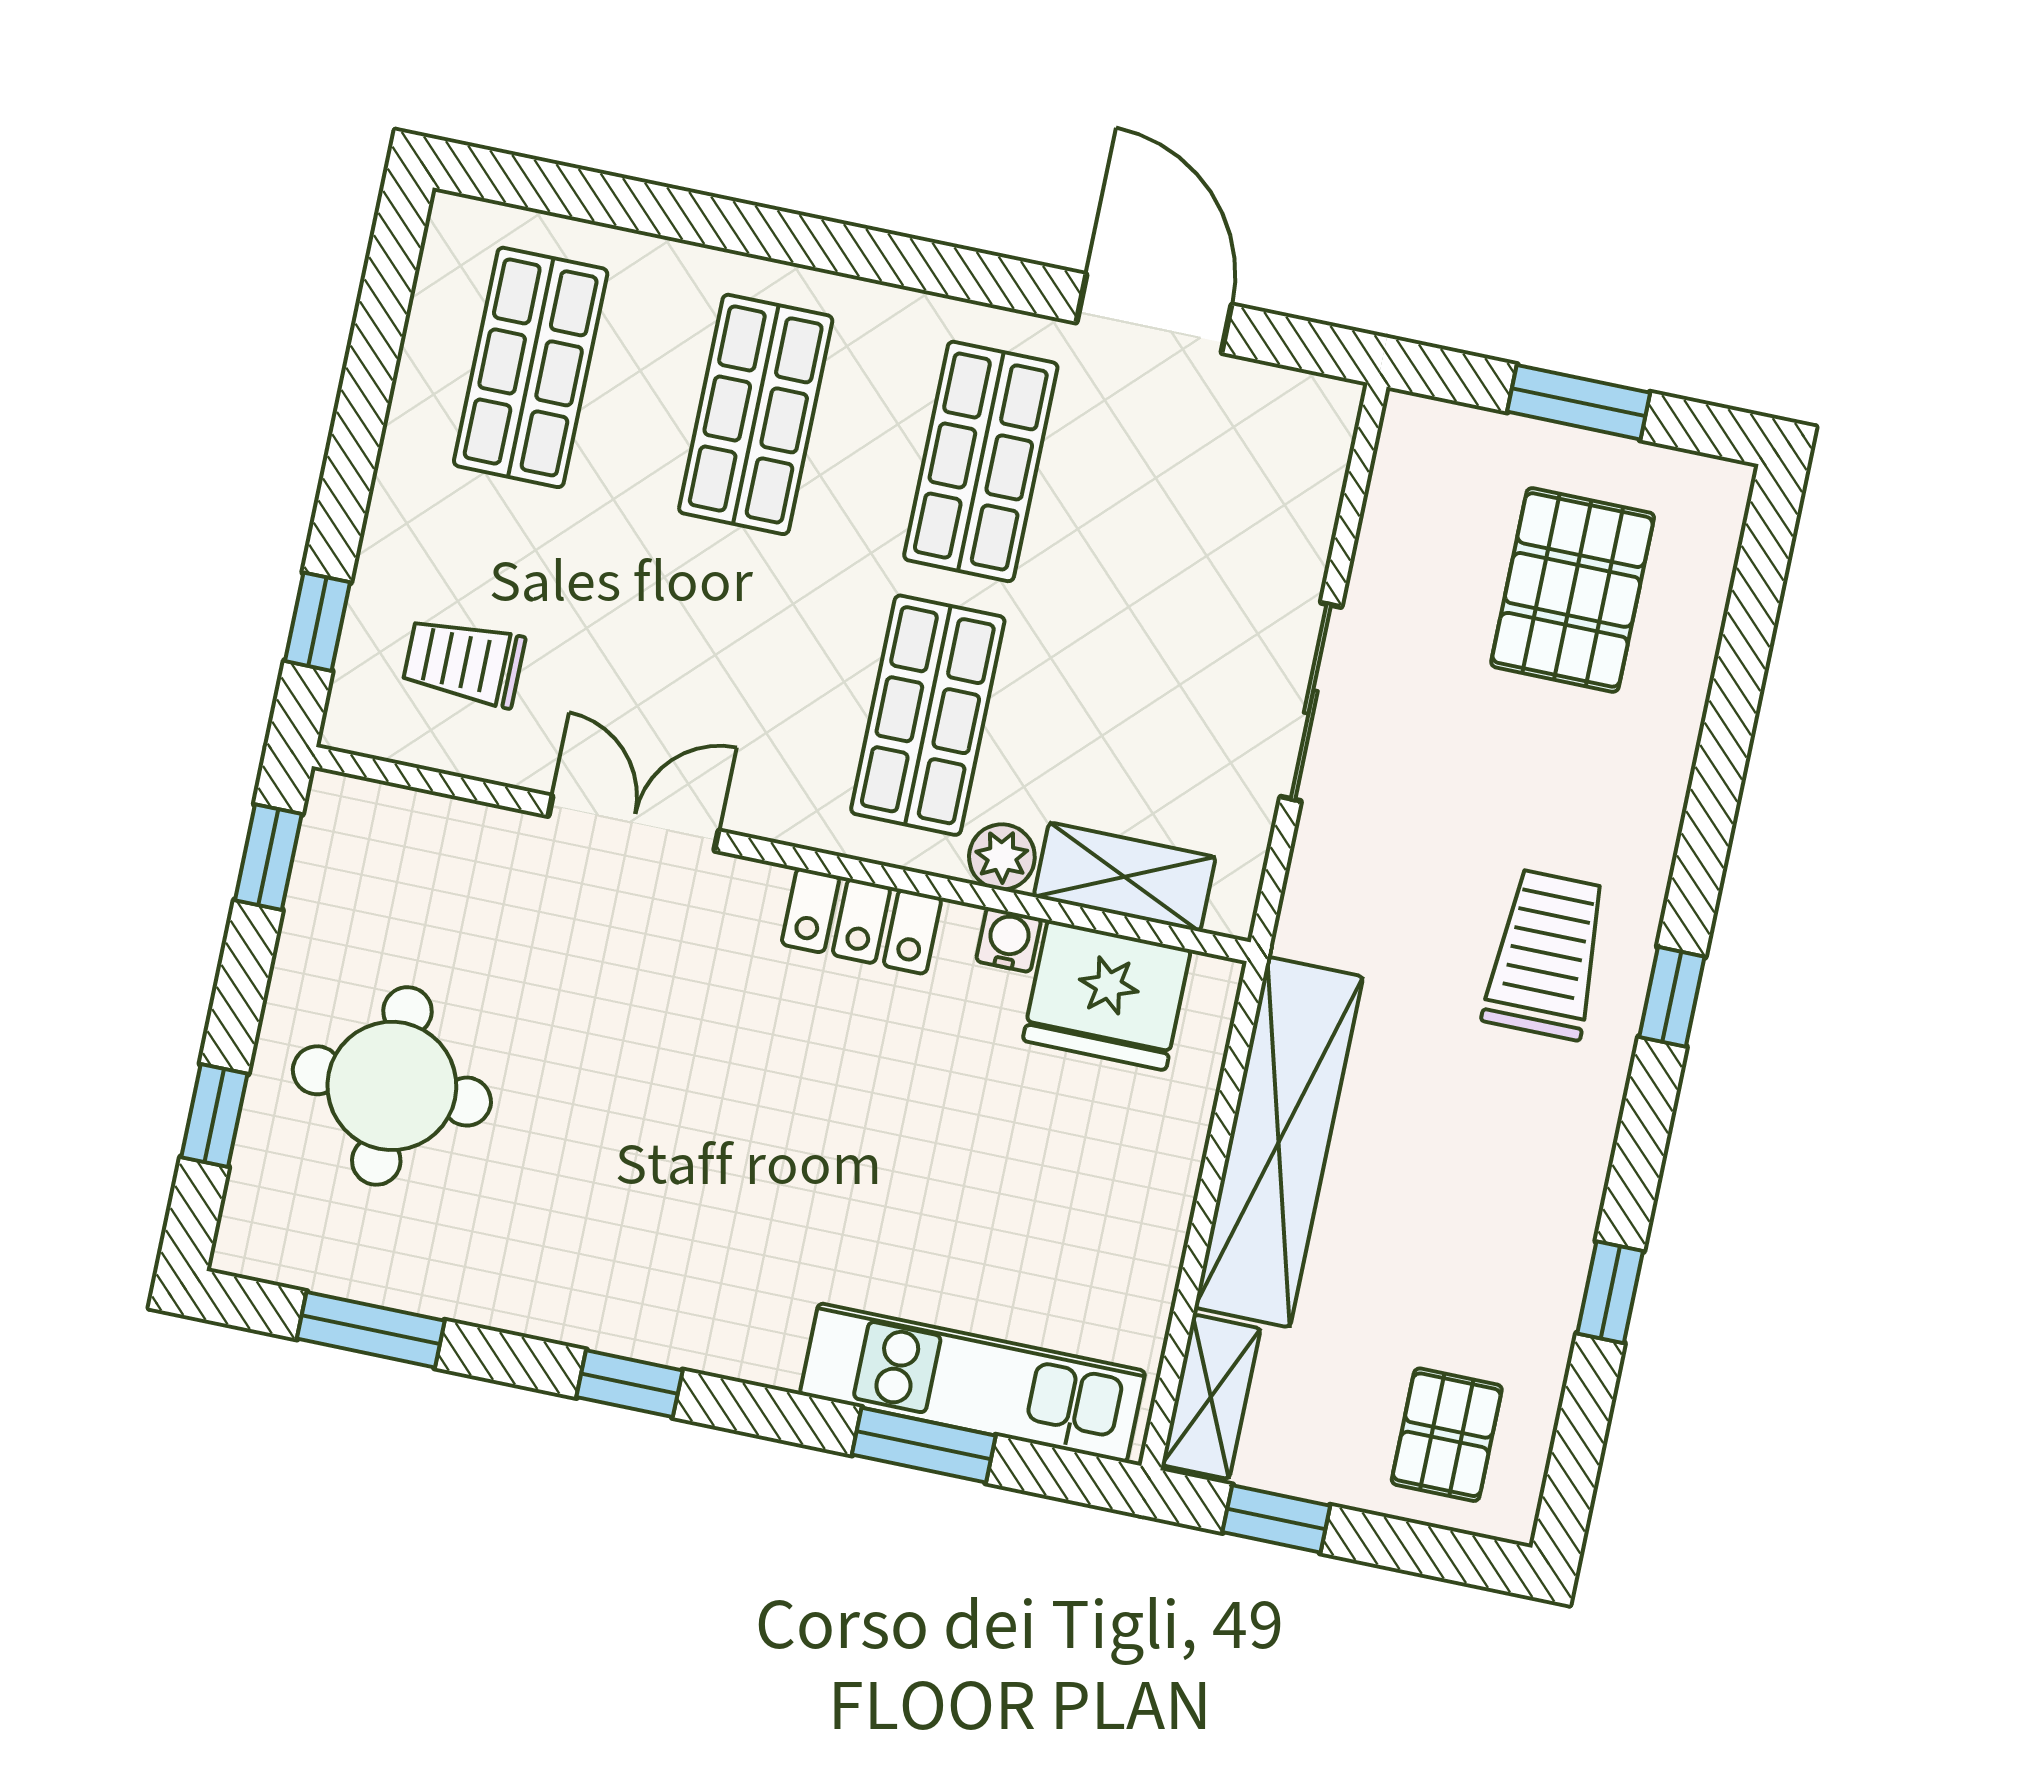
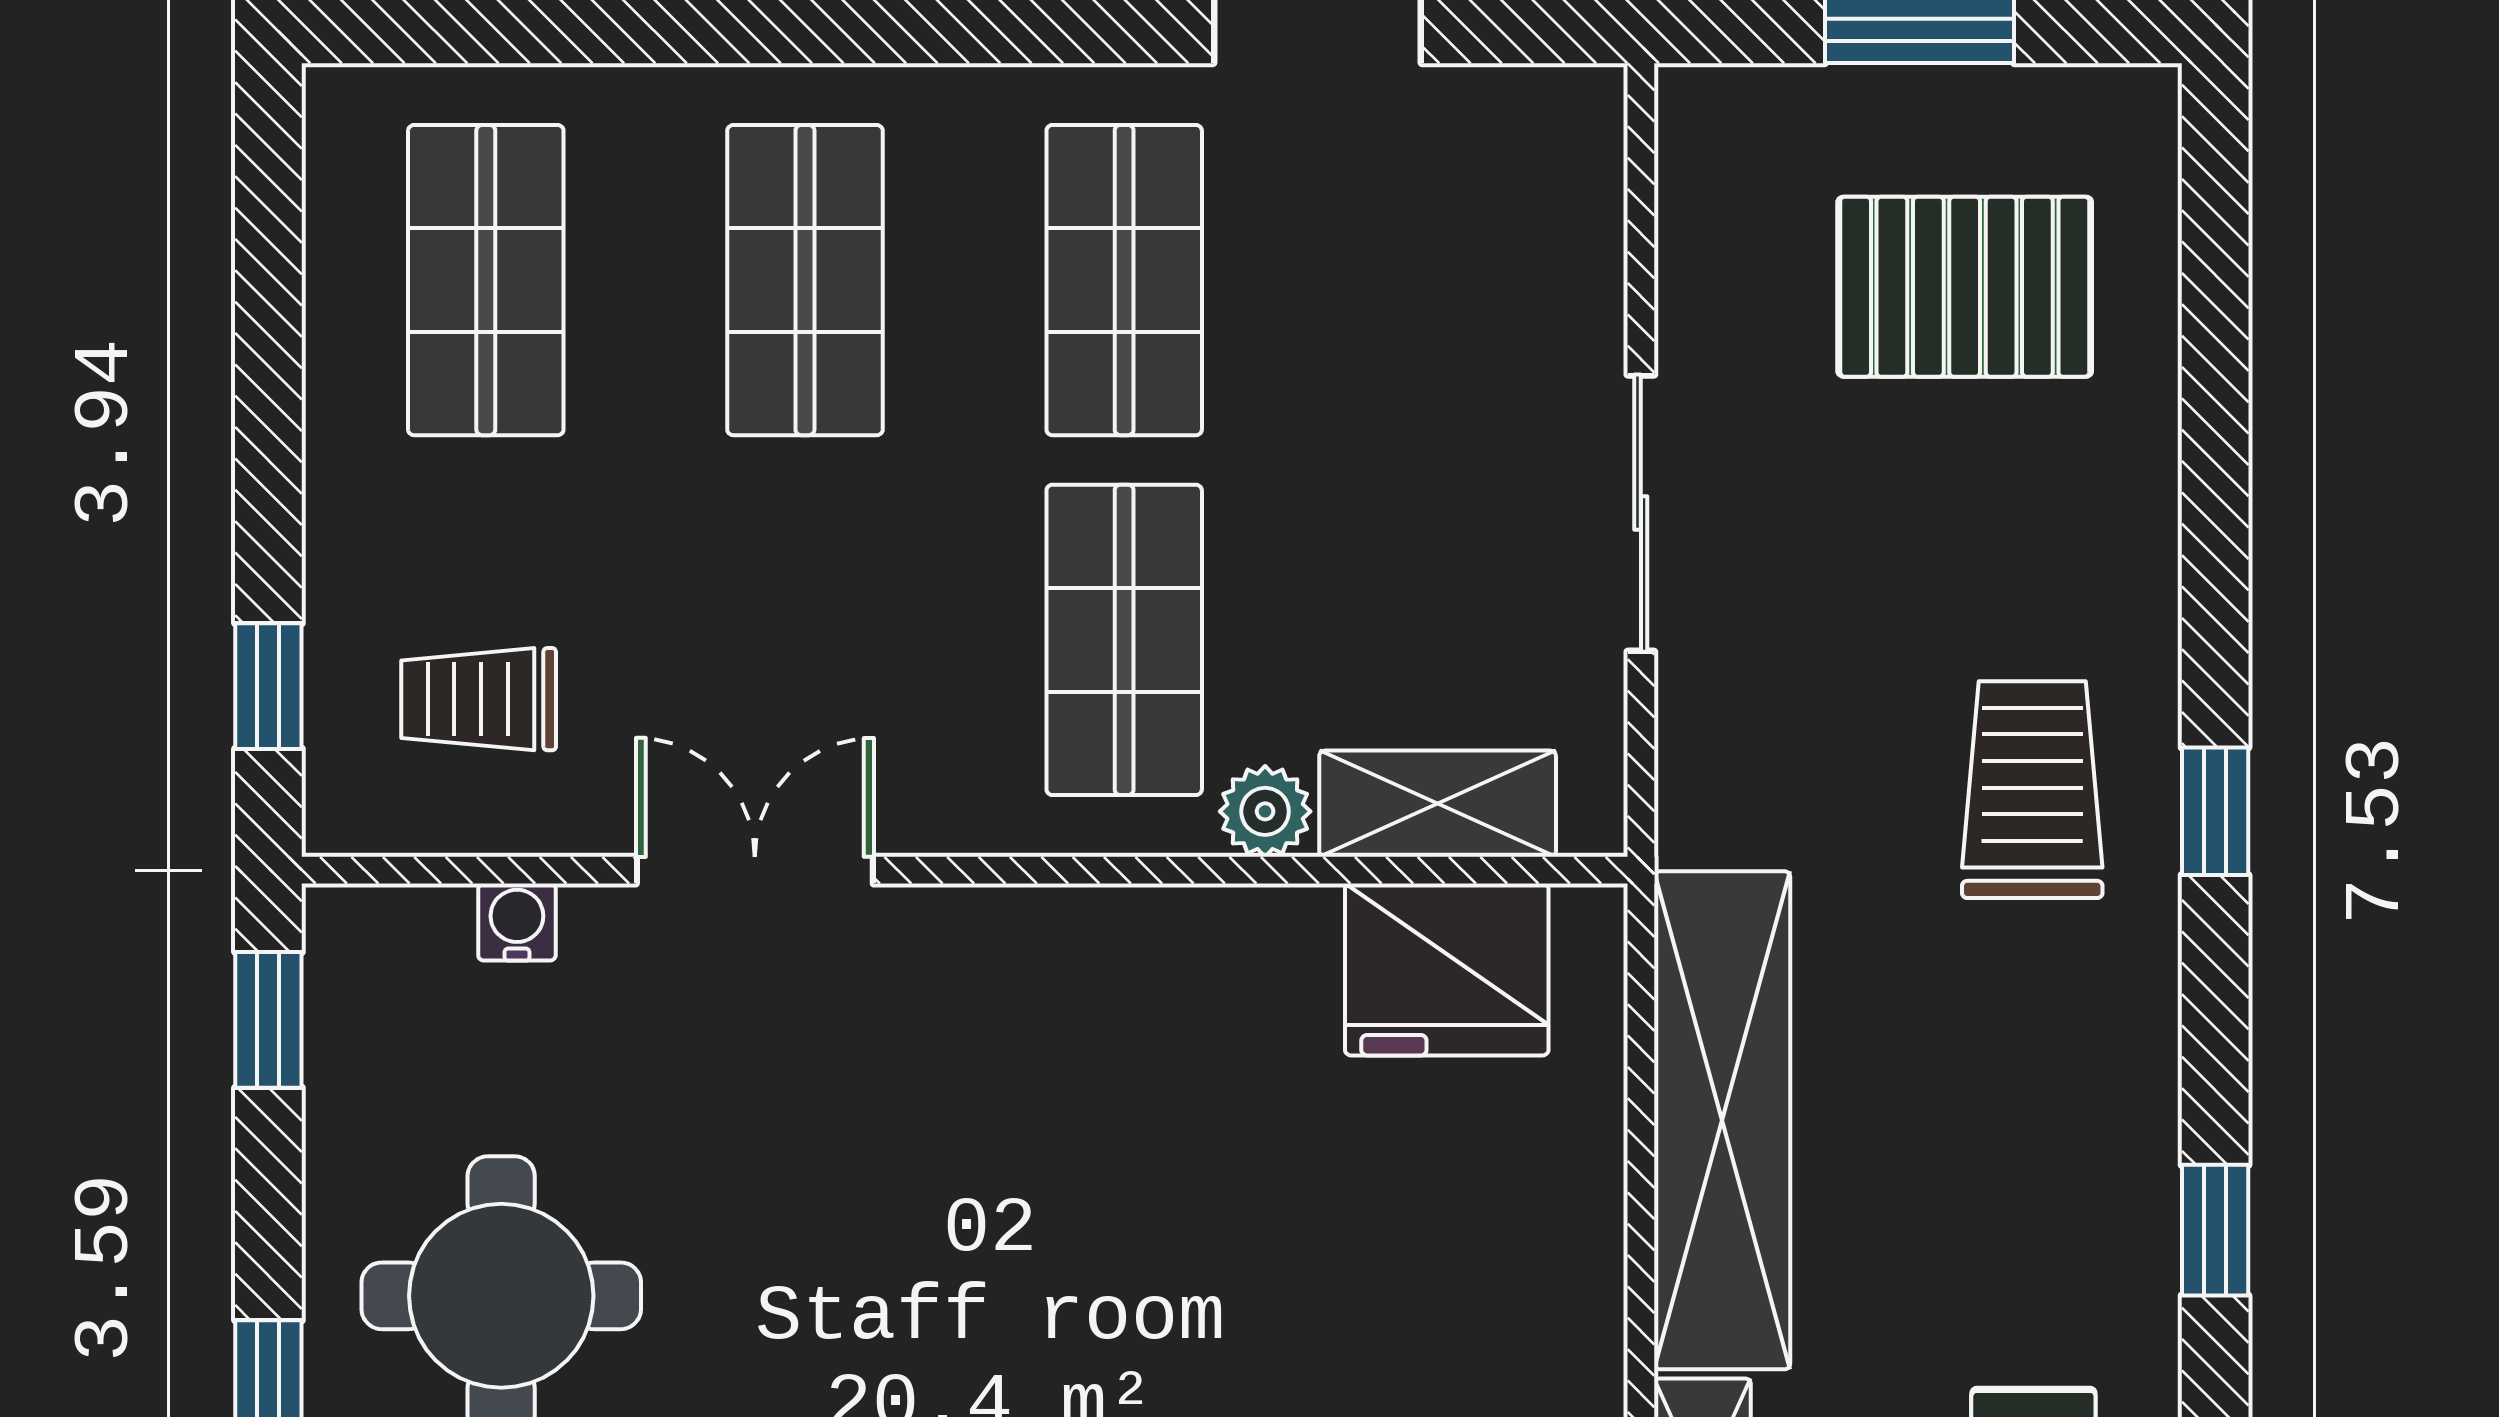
pallet: (1573, 590) -> (1965, 287), turned 90
locker: (861, 921) -> (1092, 938), removed
water cooler: (1009, 940) -> (517, 922), moved

